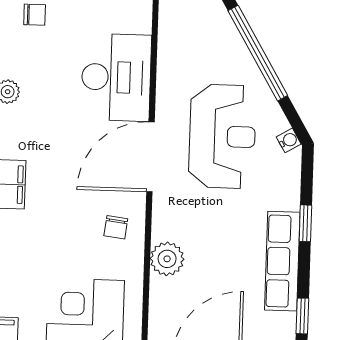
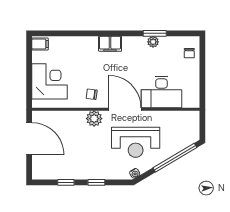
plant: (167, 259) -> (94, 119), moved
row of seats: (282, 261) -> (78, 172), removed
window: (302, 316) -> (66, 182), moved

